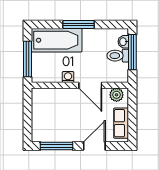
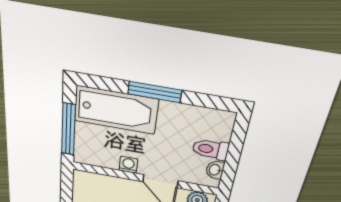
washbasin: (123, 42) -> (215, 170), moved
window: (132, 52) -> (235, 149), removed

